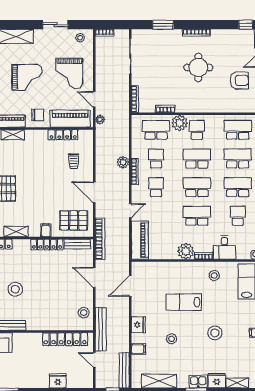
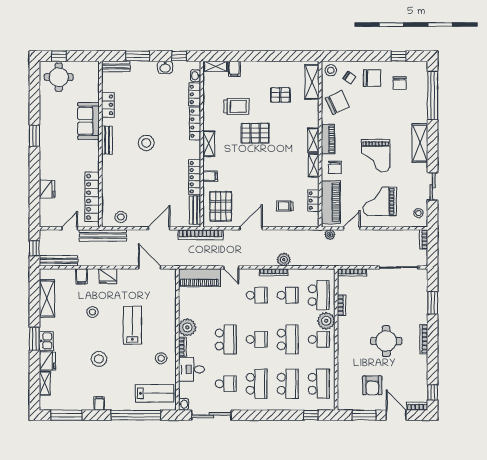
shelving: (36, 134) -> (314, 165), added
locker: (63, 135) -> (313, 201), width x0.66
school desk: (197, 187) -> (257, 339), width x0.54

